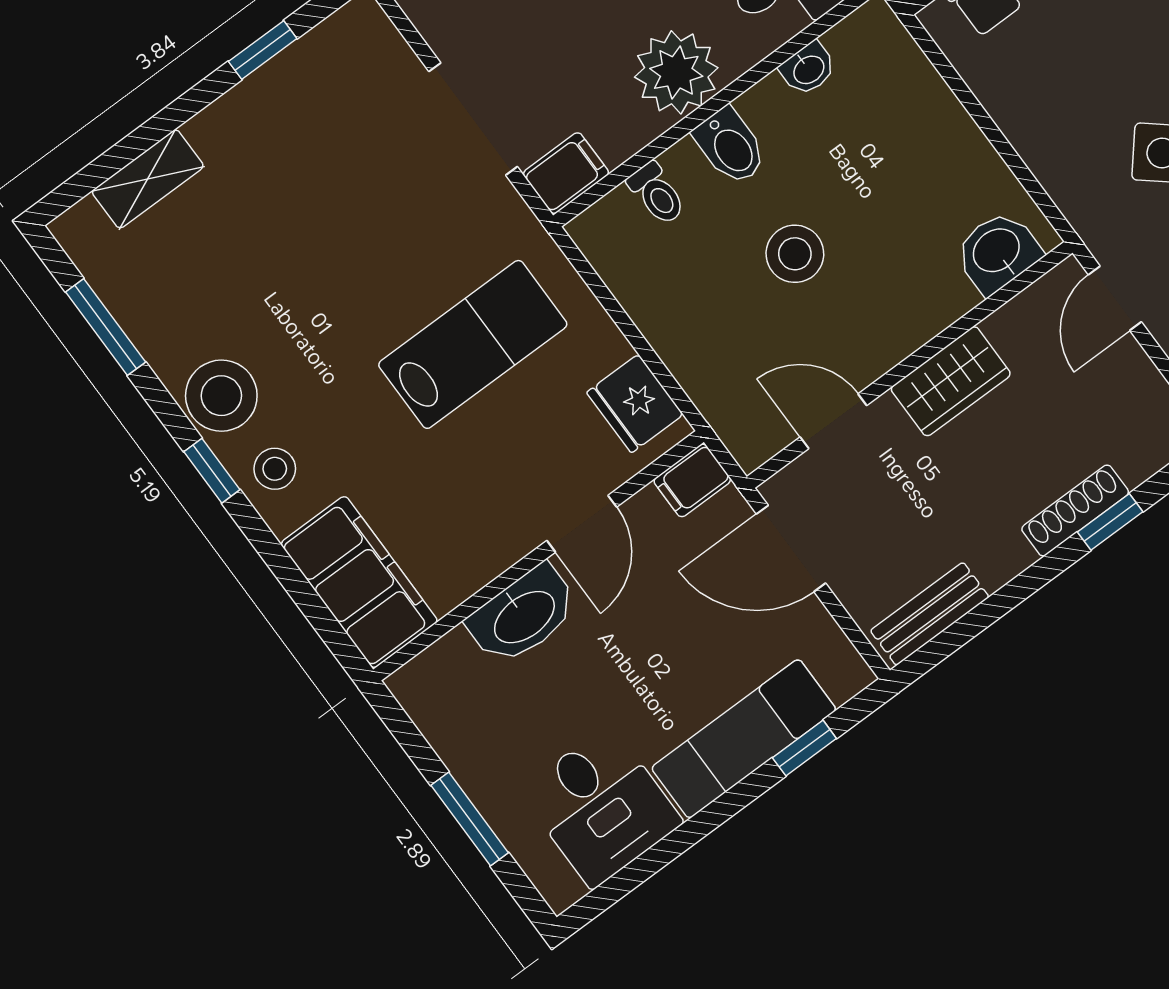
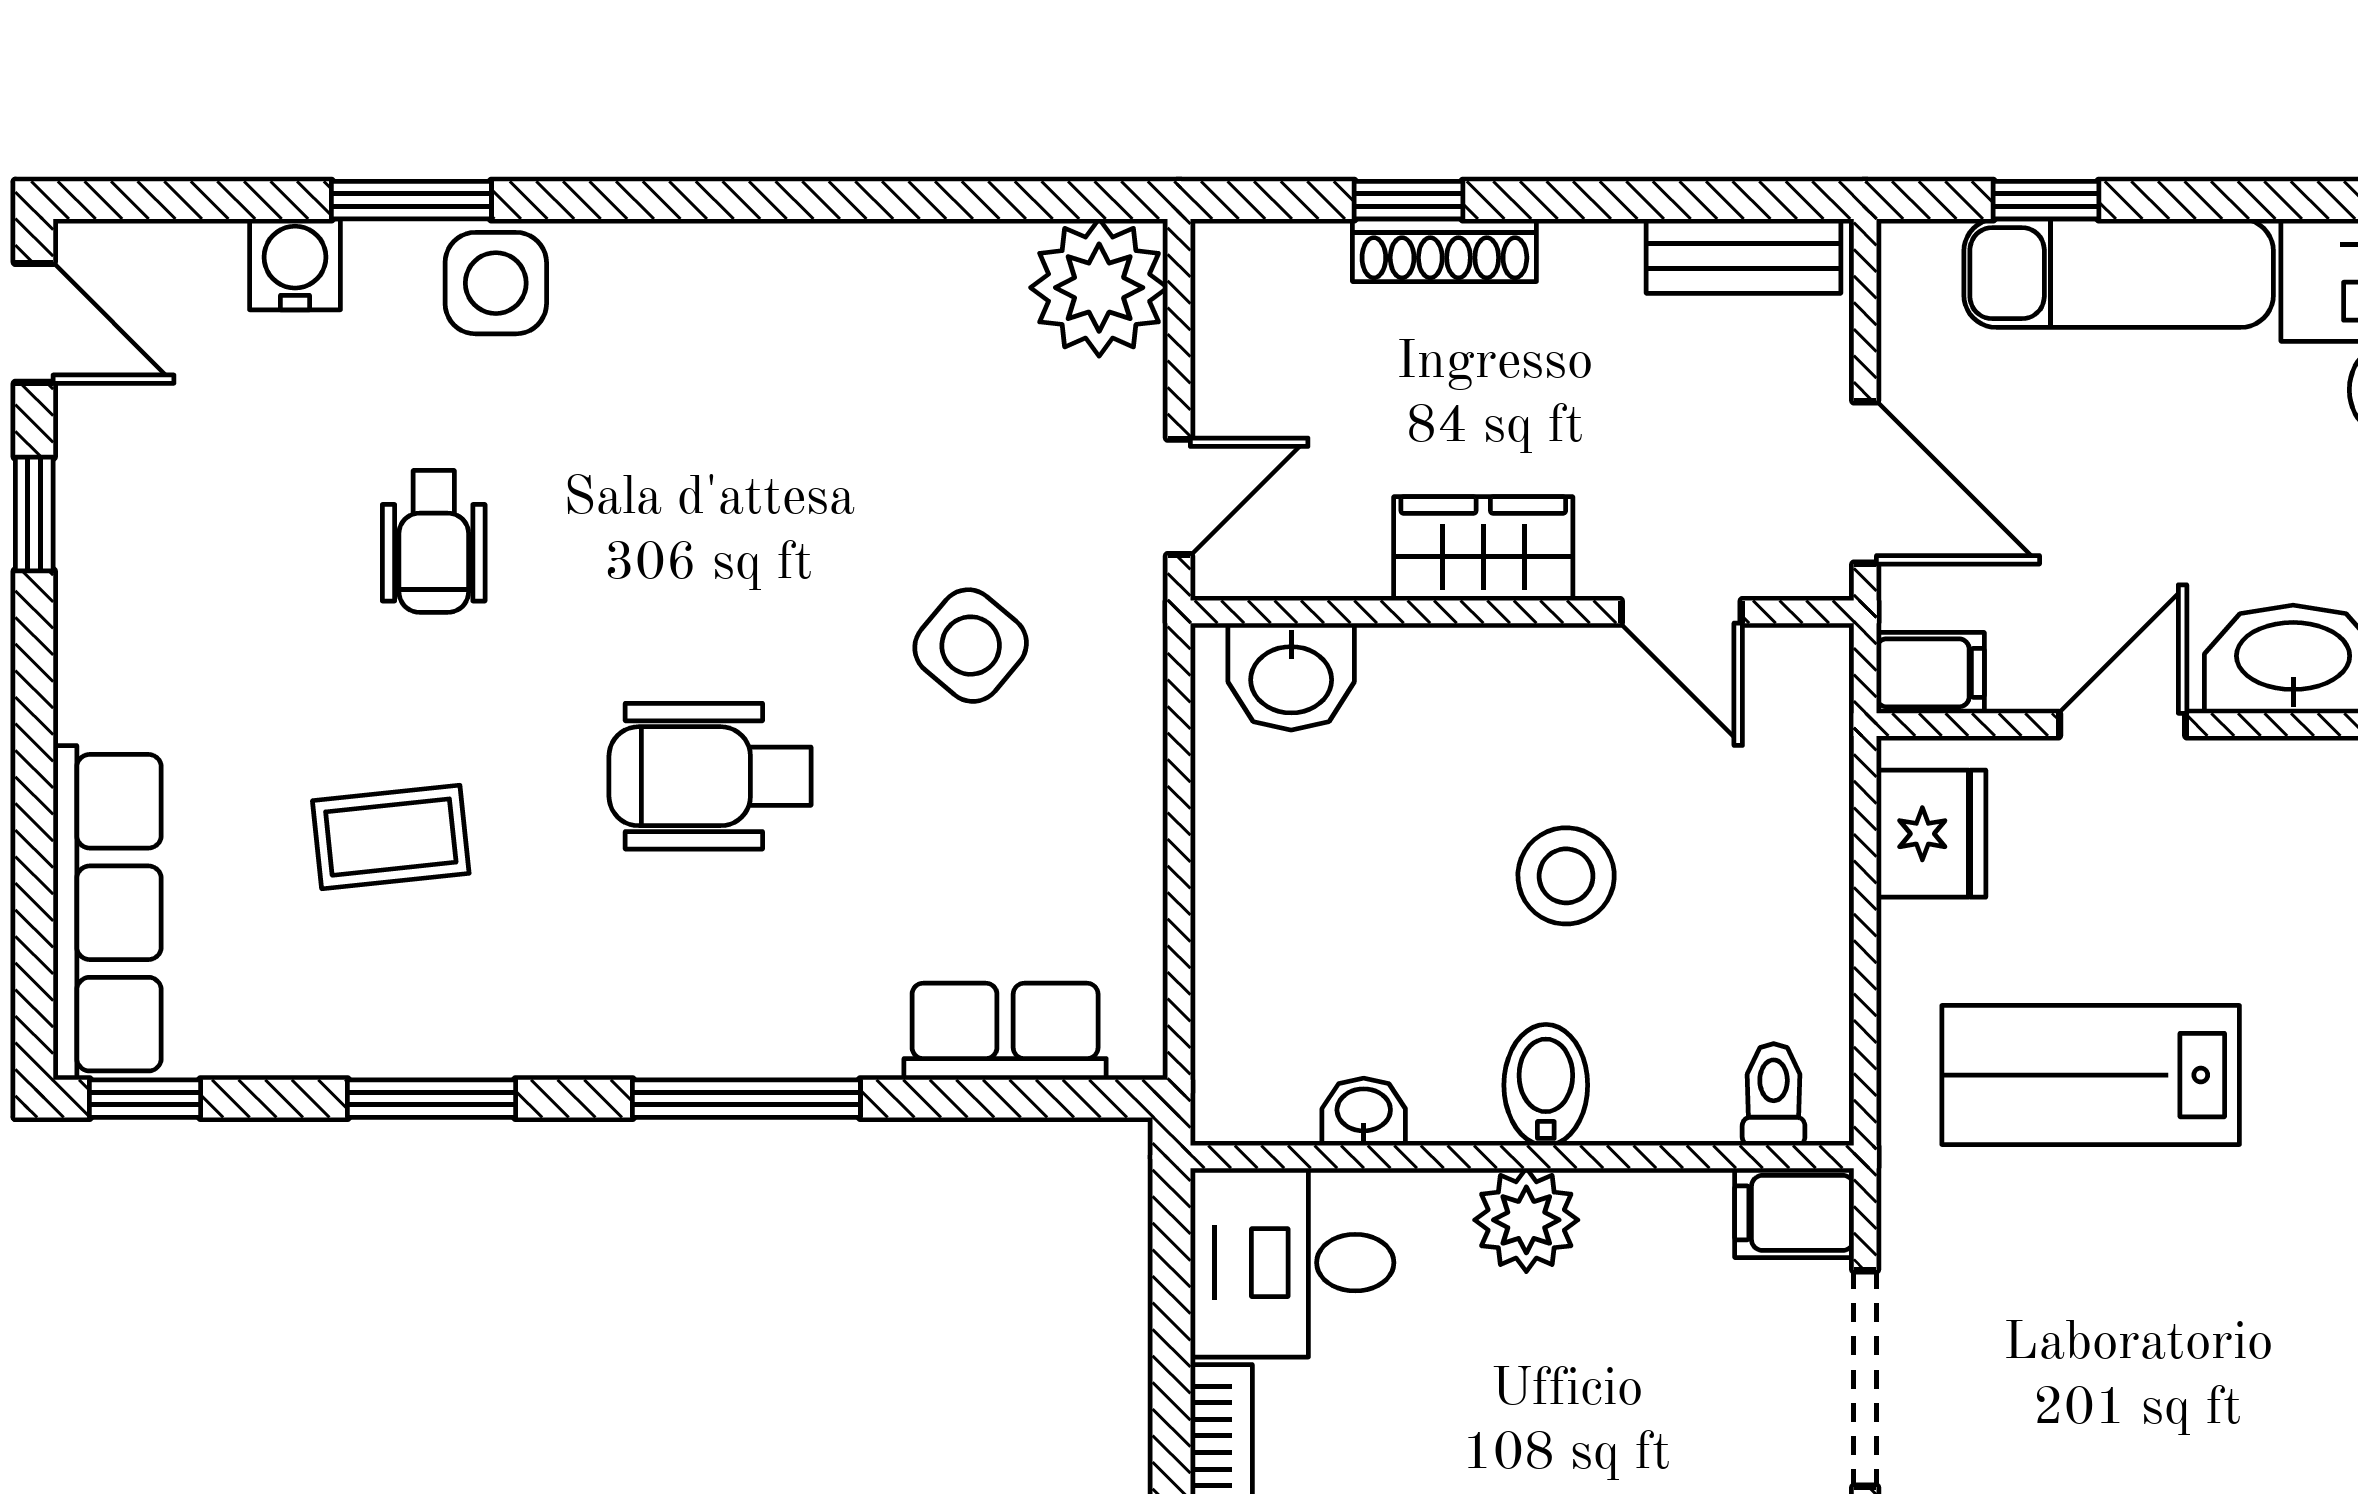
plant: (676, 72) -> (1526, 1220), width x0.73, depth x0.73
toilet: (657, 194) -> (1774, 1095), moved

